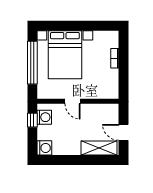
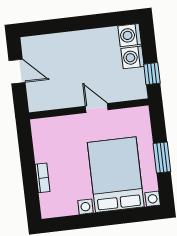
window: (32, 63) -> (162, 158), width x0.47
washing machine: (44, 117) -> (132, 57), moved
shelving: (99, 148) -> (50, 44), removed

